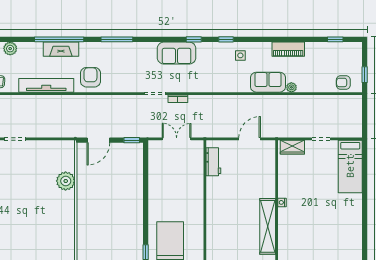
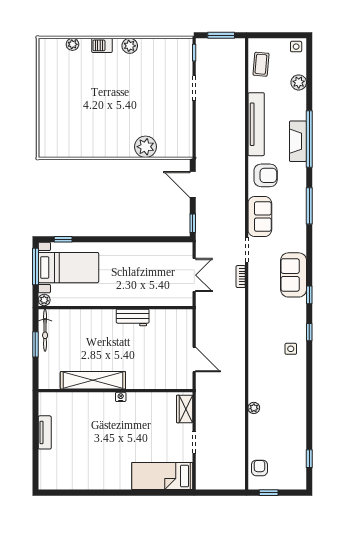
piano: (288, 49) -> (298, 404), removed
sofa: (268, 82) -> (260, 217), moved
workbench: (213, 162) -> (133, 318), moved

